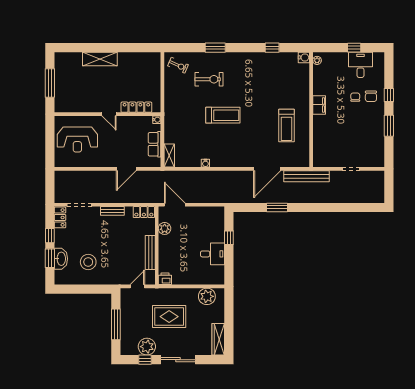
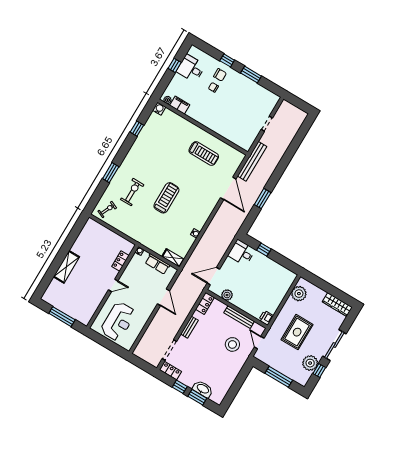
filing cabinet: (319, 105) -> (180, 105), moved
locker: (136, 107) -> (120, 261), width x0.66
desk: (213, 254) -> (242, 253), moved, turned -90
stool: (88, 262) -> (232, 344), moved

